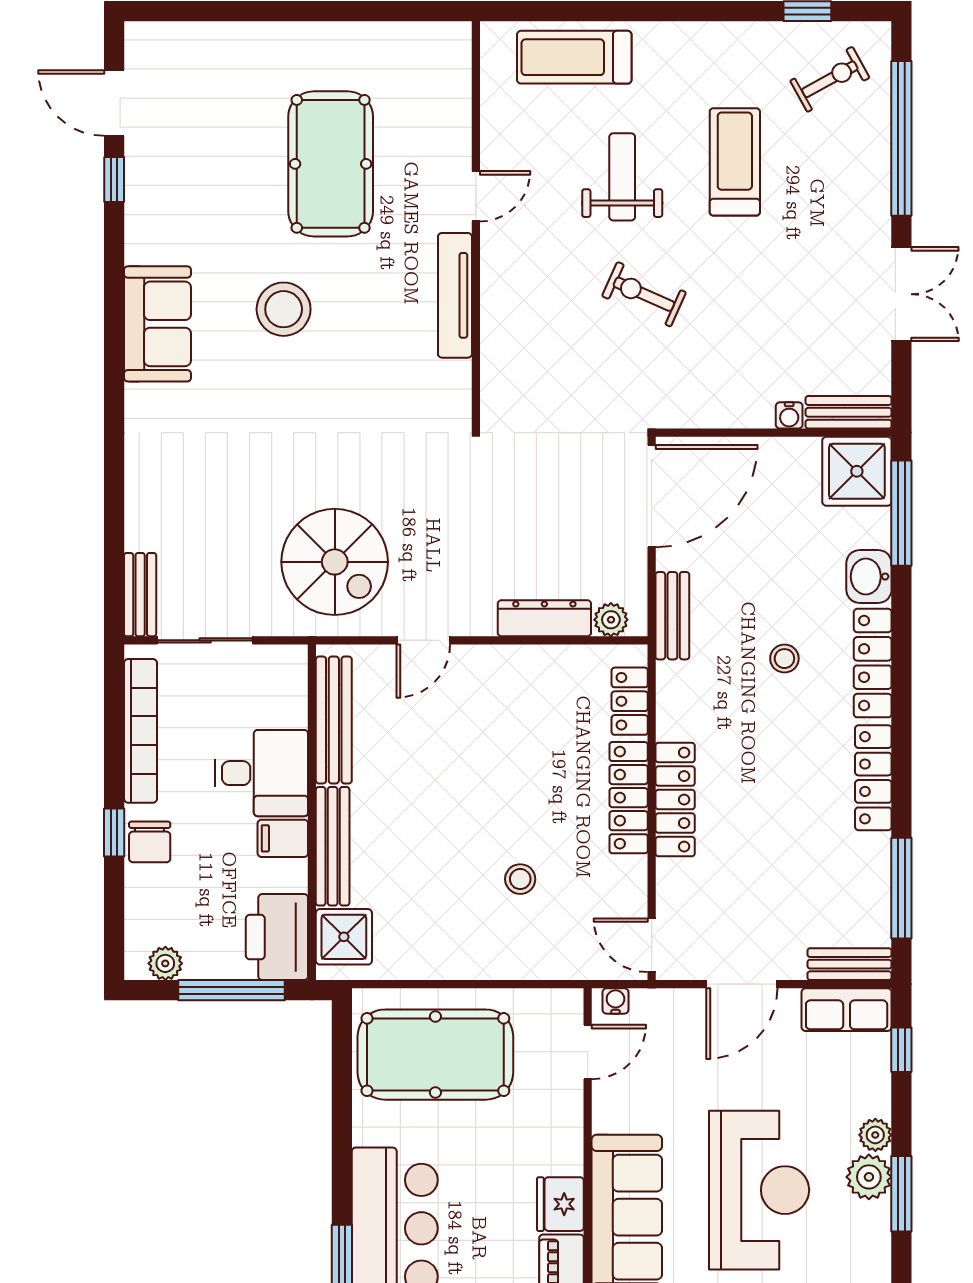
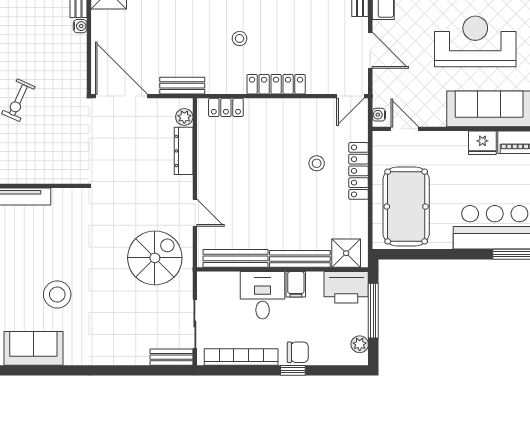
stool: (284, 309) -> (57, 294), moved
stool: (784, 659) -> (240, 38), moved
locker: (629, 798) -> (358, 171), moved, turned 90

